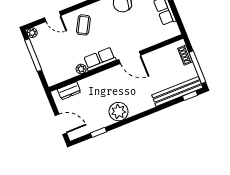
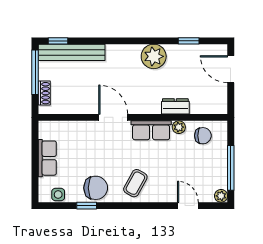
coffee table: (83, 25) -> (135, 183), moved
chair: (62, 70) -> (203, 136), added
dresser: (69, 91) -> (175, 106), moved

